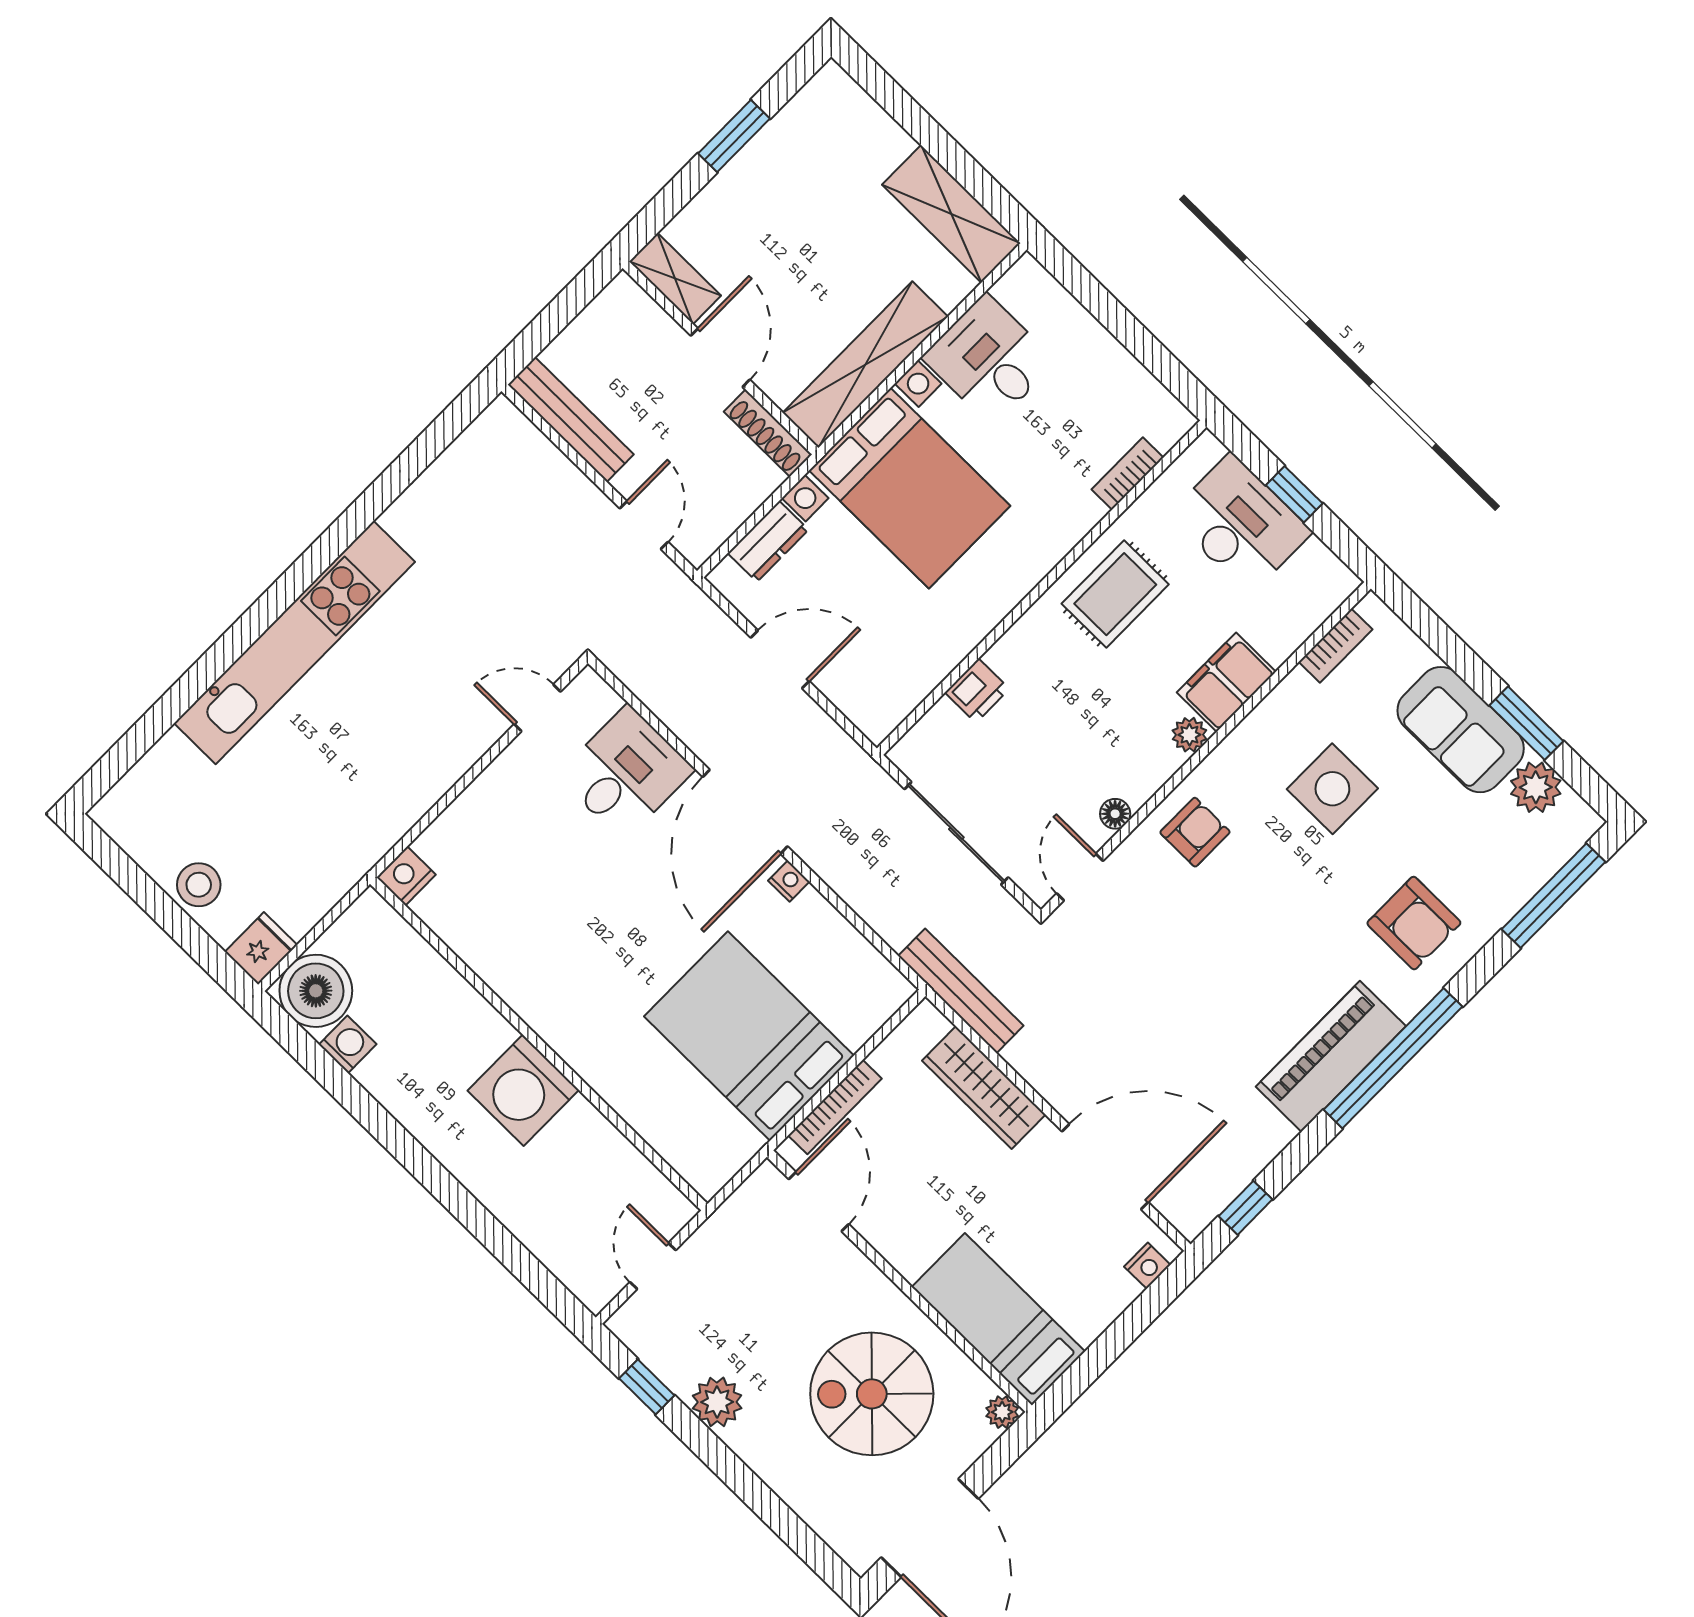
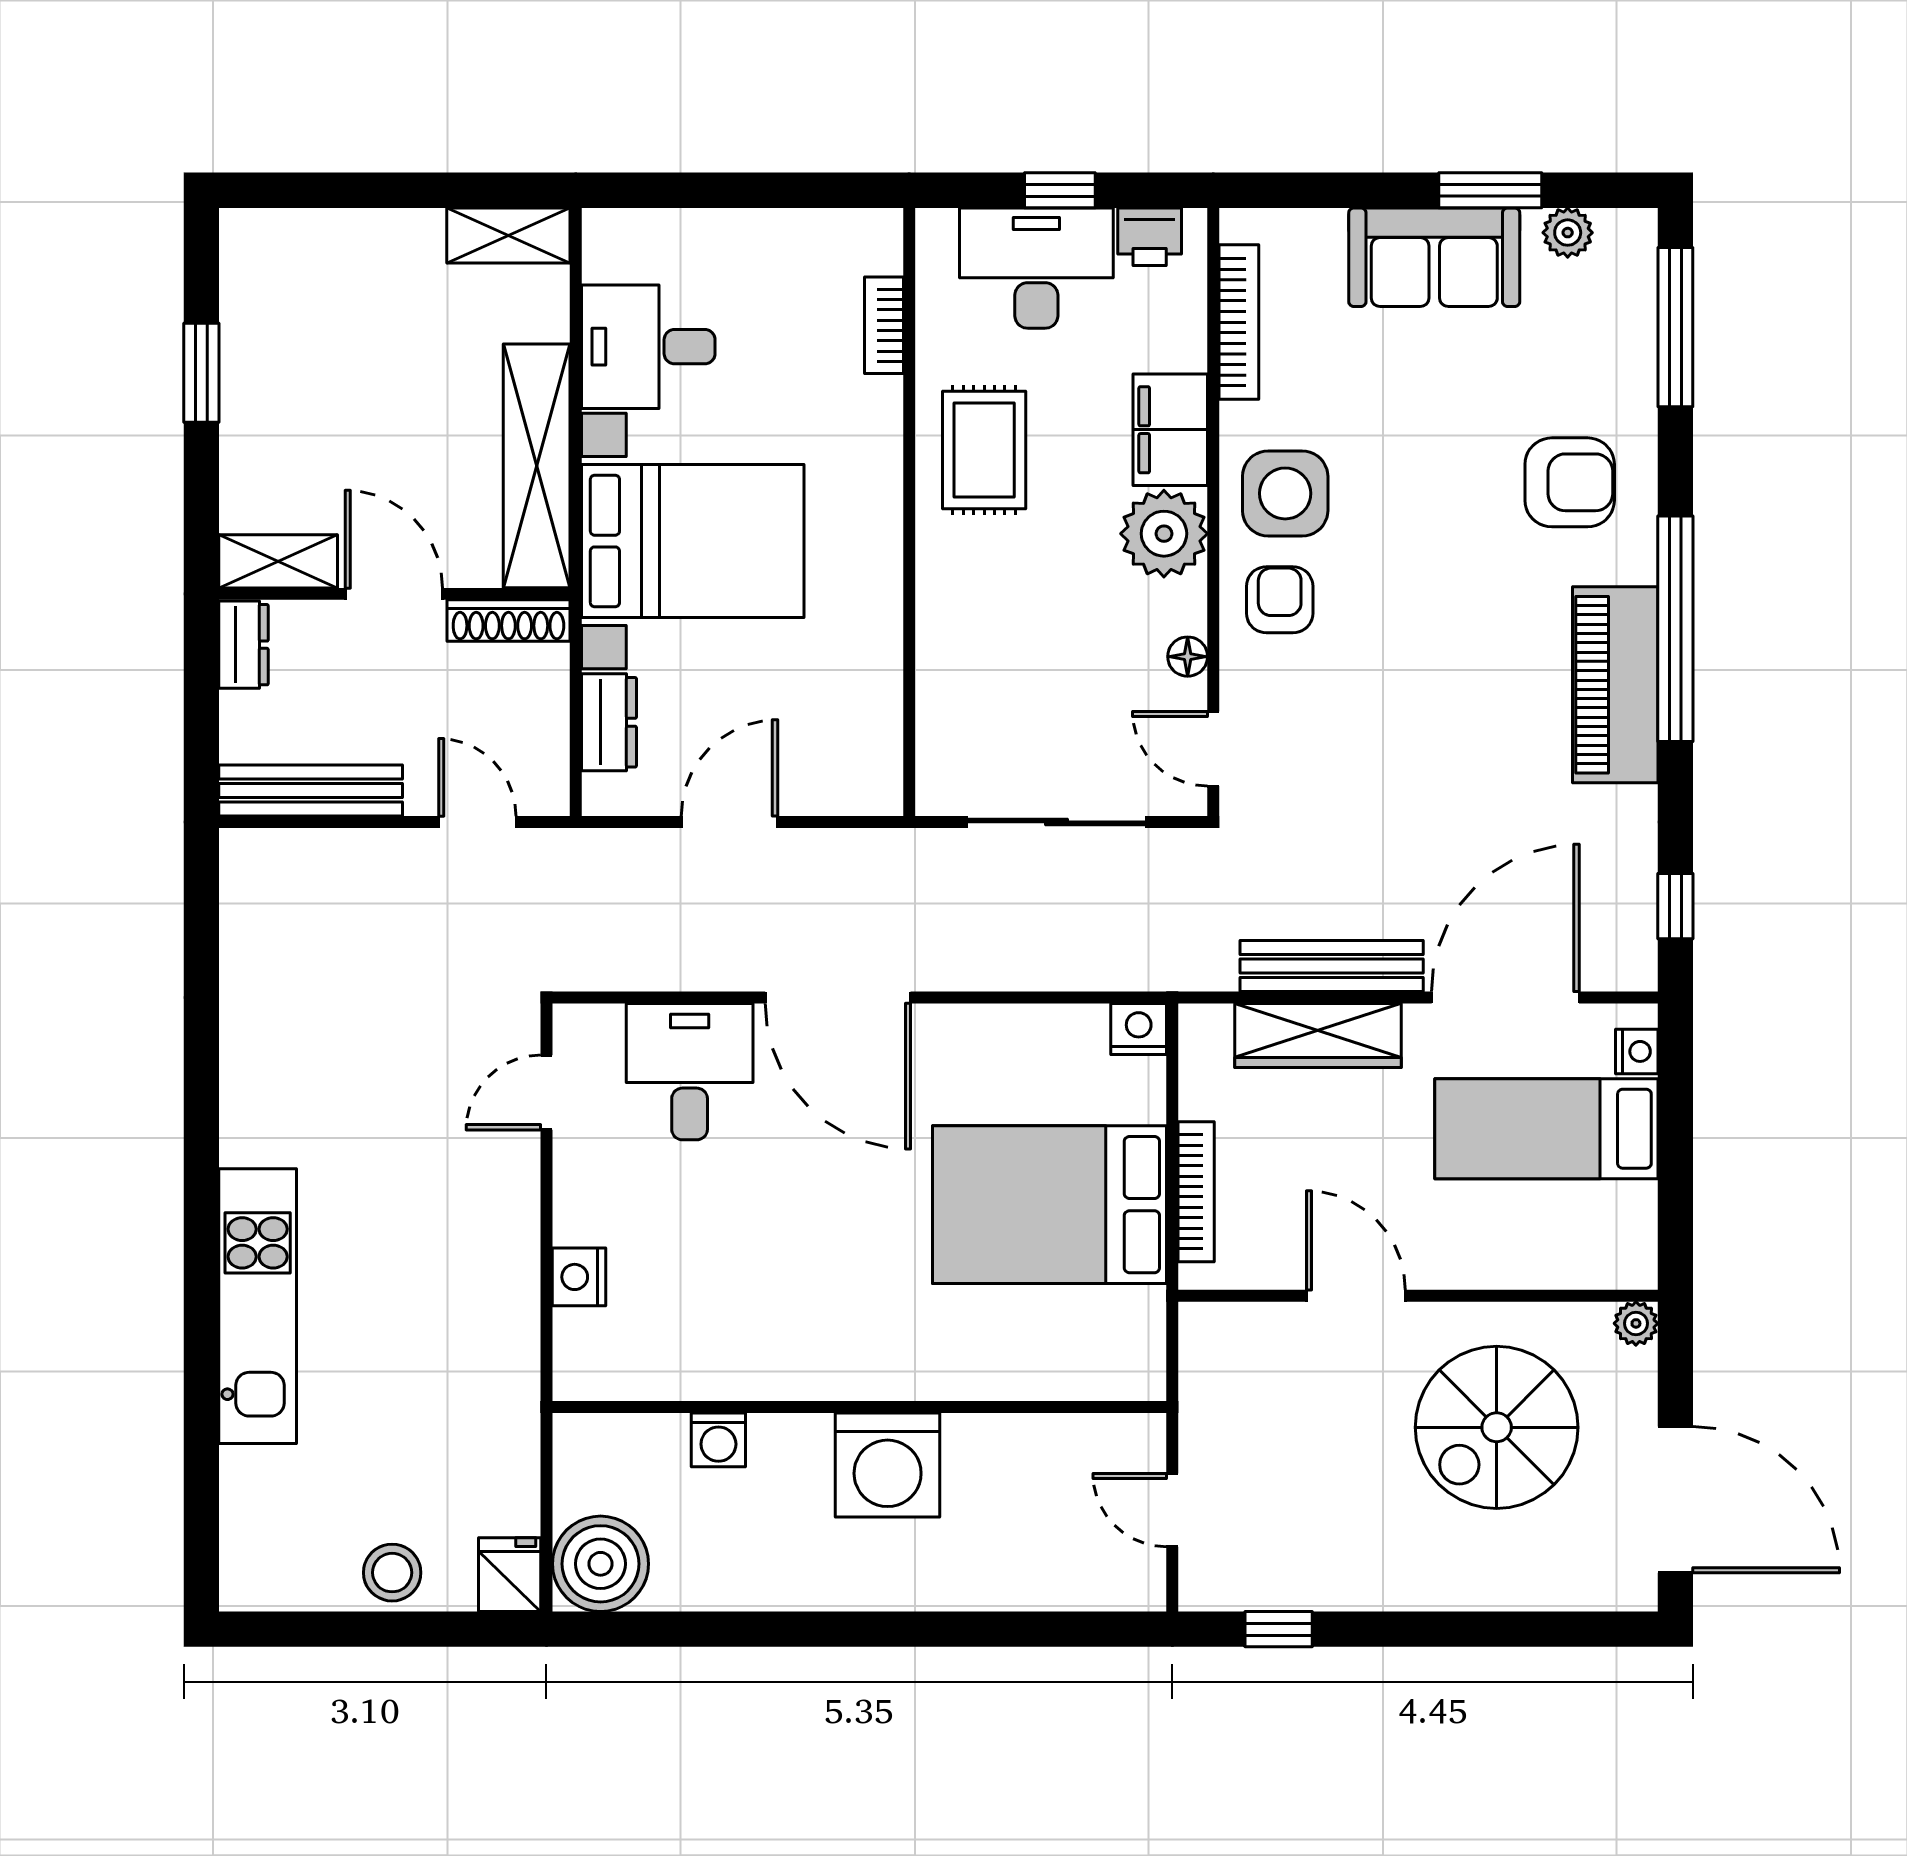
shelving: (951, 214) -> (508, 235), width x0.67, depth x0.75
dresser: (612, 305) -> (244, 645), added
kitchen unit: (294, 642) -> (258, 1306), width x0.73
bookcase: (1336, 646) -> (1239, 322), width x1.56
printer: (977, 691) -> (1150, 237), moved, turned 90
plant: (1189, 735) -> (1164, 534), width x1.87, depth x1.87
plant: (1536, 787) -> (1568, 233), width x0.73, depth x0.73
side table: (1332, 789) -> (1285, 493), moved
nightstand: (406, 876) -> (579, 1277), moved
nightstand: (789, 881) -> (1139, 1029), moved, width x1.39, depth x1.35
bench: (961, 991) -> (1332, 966), moved
washing machine: (348, 1044) -> (718, 1440), moved, turned 180
door: (819, 1202) -> (1356, 1296), moved
bed: (998, 1319) -> (1546, 1129), moved
plant: (717, 1402) -> (1359, 1578), removed

